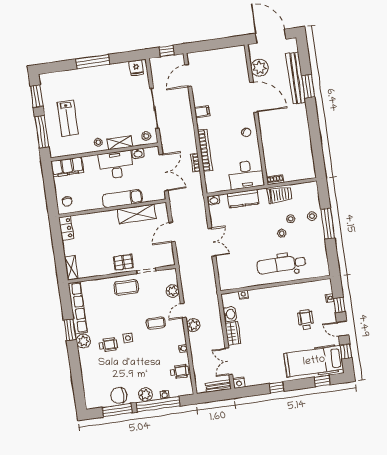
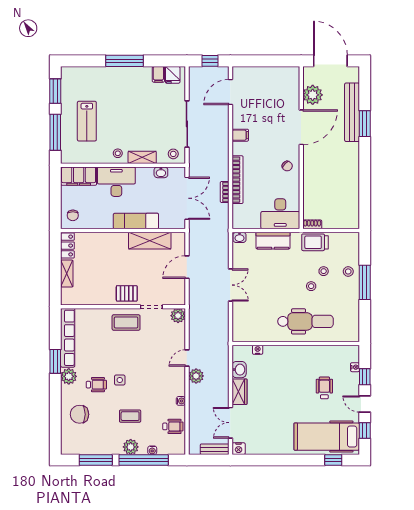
filing cabinet: (124, 69) -> (158, 74), added
door: (254, 97) -> (301, 127), hinge flipped
desk: (116, 165) -> (116, 182), moved
trolley: (280, 195) -> (315, 242), turned 180
dental chair: (281, 264) -> (305, 321), turned 180
shelving: (71, 268) -> (67, 274), moved
plant: (173, 291) -> (178, 316), moved
coffee table: (156, 323) -> (130, 416), moved
window: (277, 387) -> (280, 460), removed
chair: (119, 395) -> (79, 414), moved

